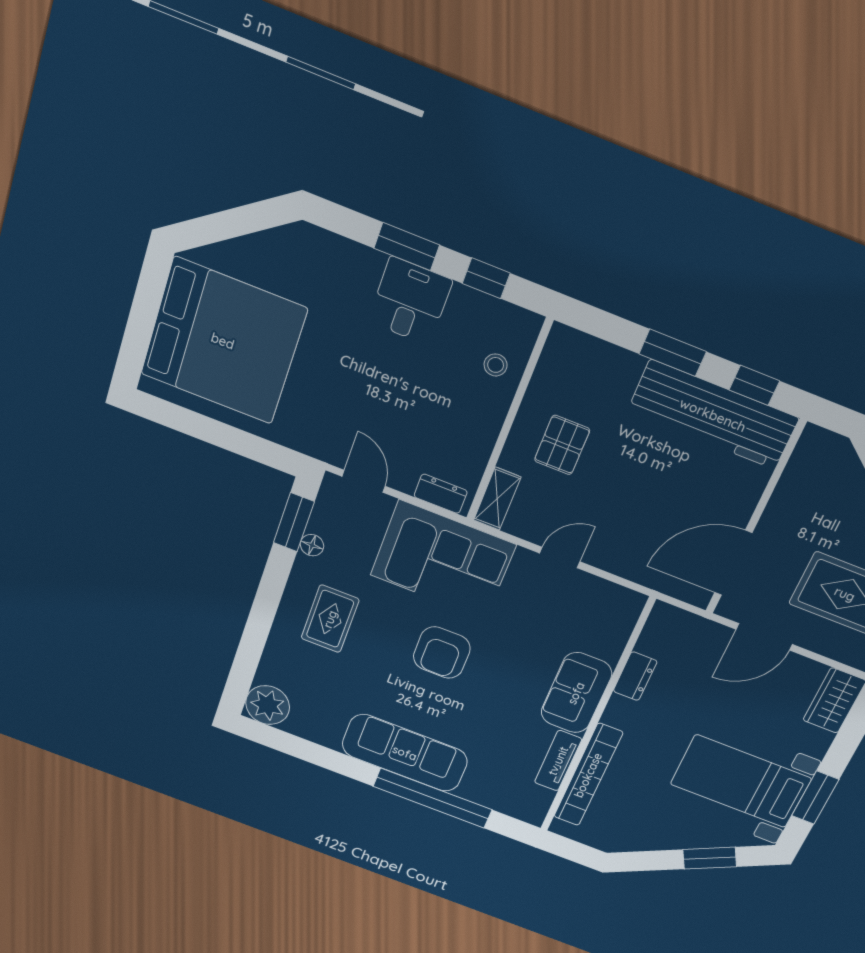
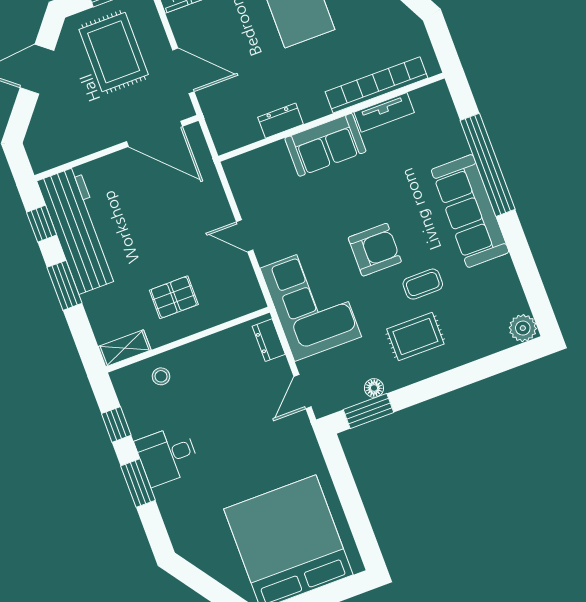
shelving: (497, 499) -> (125, 348), moved
coffee table: (373, 664) -> (423, 284), added
plant: (268, 705) -> (523, 328), width x0.73, depth x0.73

